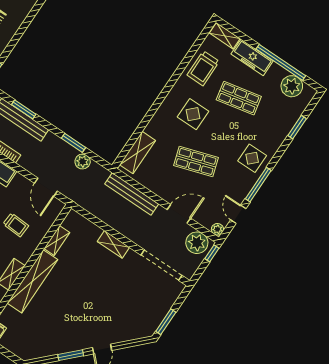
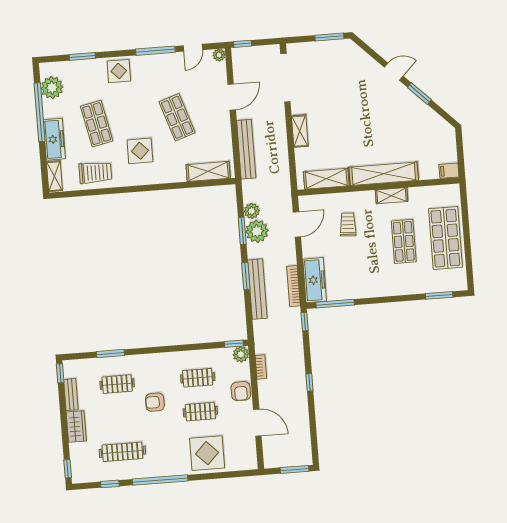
window: (24, 109) -> (246, 276), moved
display table: (252, 158) -> (119, 71), moved
door: (179, 214) -> (232, 97), swing flipped
shelving: (57, 240) -> (326, 179), width x1.50, depth x1.33
plant: (197, 243) -> (257, 231), moved

